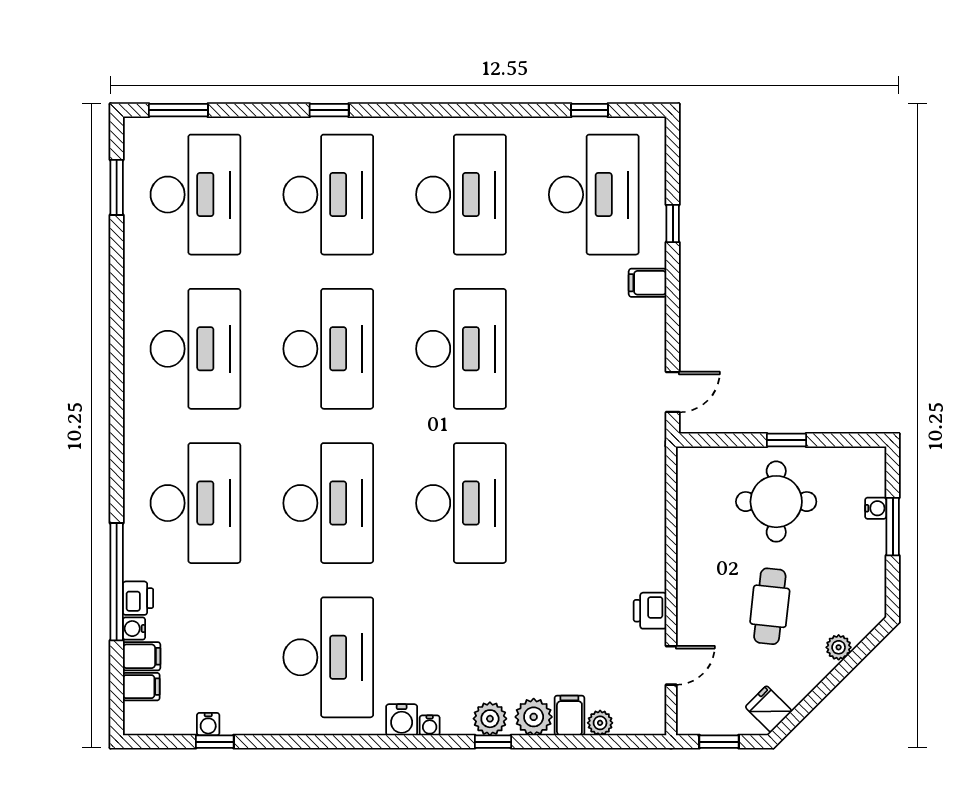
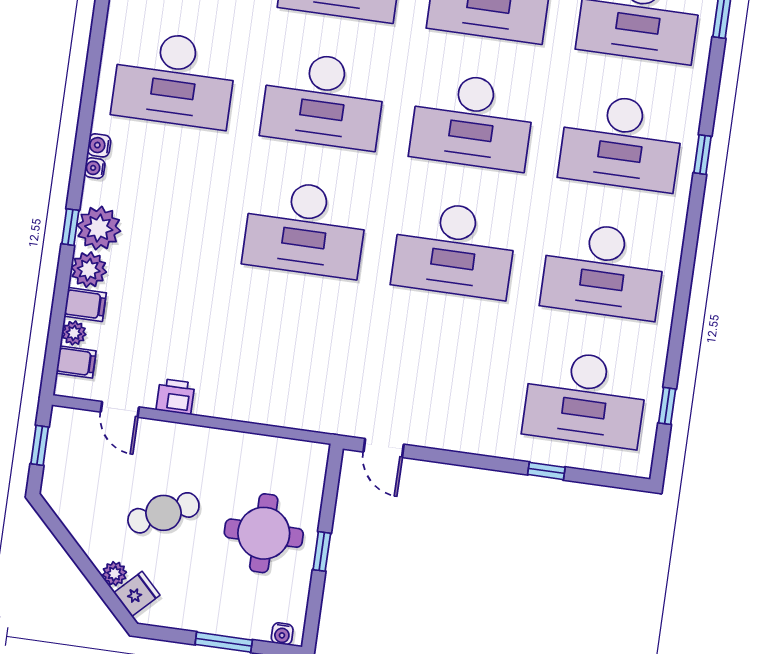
filing cabinet: (648, 283) -> (76, 362), moved, turned 90
water cooler: (876, 508) -> (282, 634), moved
cafe table: (770, 606) -> (163, 513), turned -32
fridge: (769, 709) -> (137, 594), moved
plant: (490, 719) -> (99, 228), width x1.36, depth x1.36
water cooler: (402, 720) -> (99, 145), width x0.72, depth x0.72

